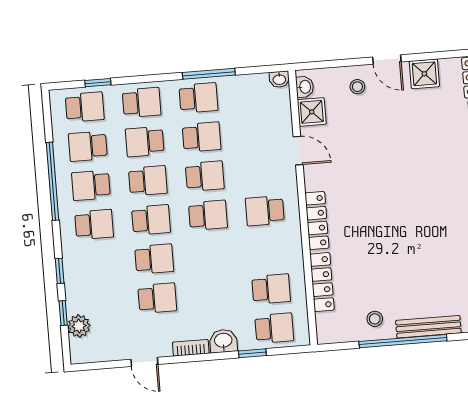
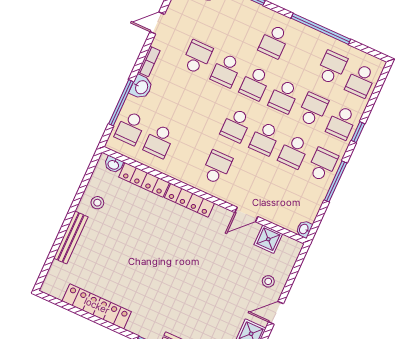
window: (98, 83) -> (358, 132), moved
washbasin: (305, 87) -> (113, 165), moved
school desk: (198, 98) -> (323, 165), turned 180
school desk: (91, 185) -> (303, 54), removed
school desk: (157, 298) -> (197, 57), turned 180
window: (403, 341) -> (71, 214), removed
window: (252, 353) -> (121, 103), width x2.17

